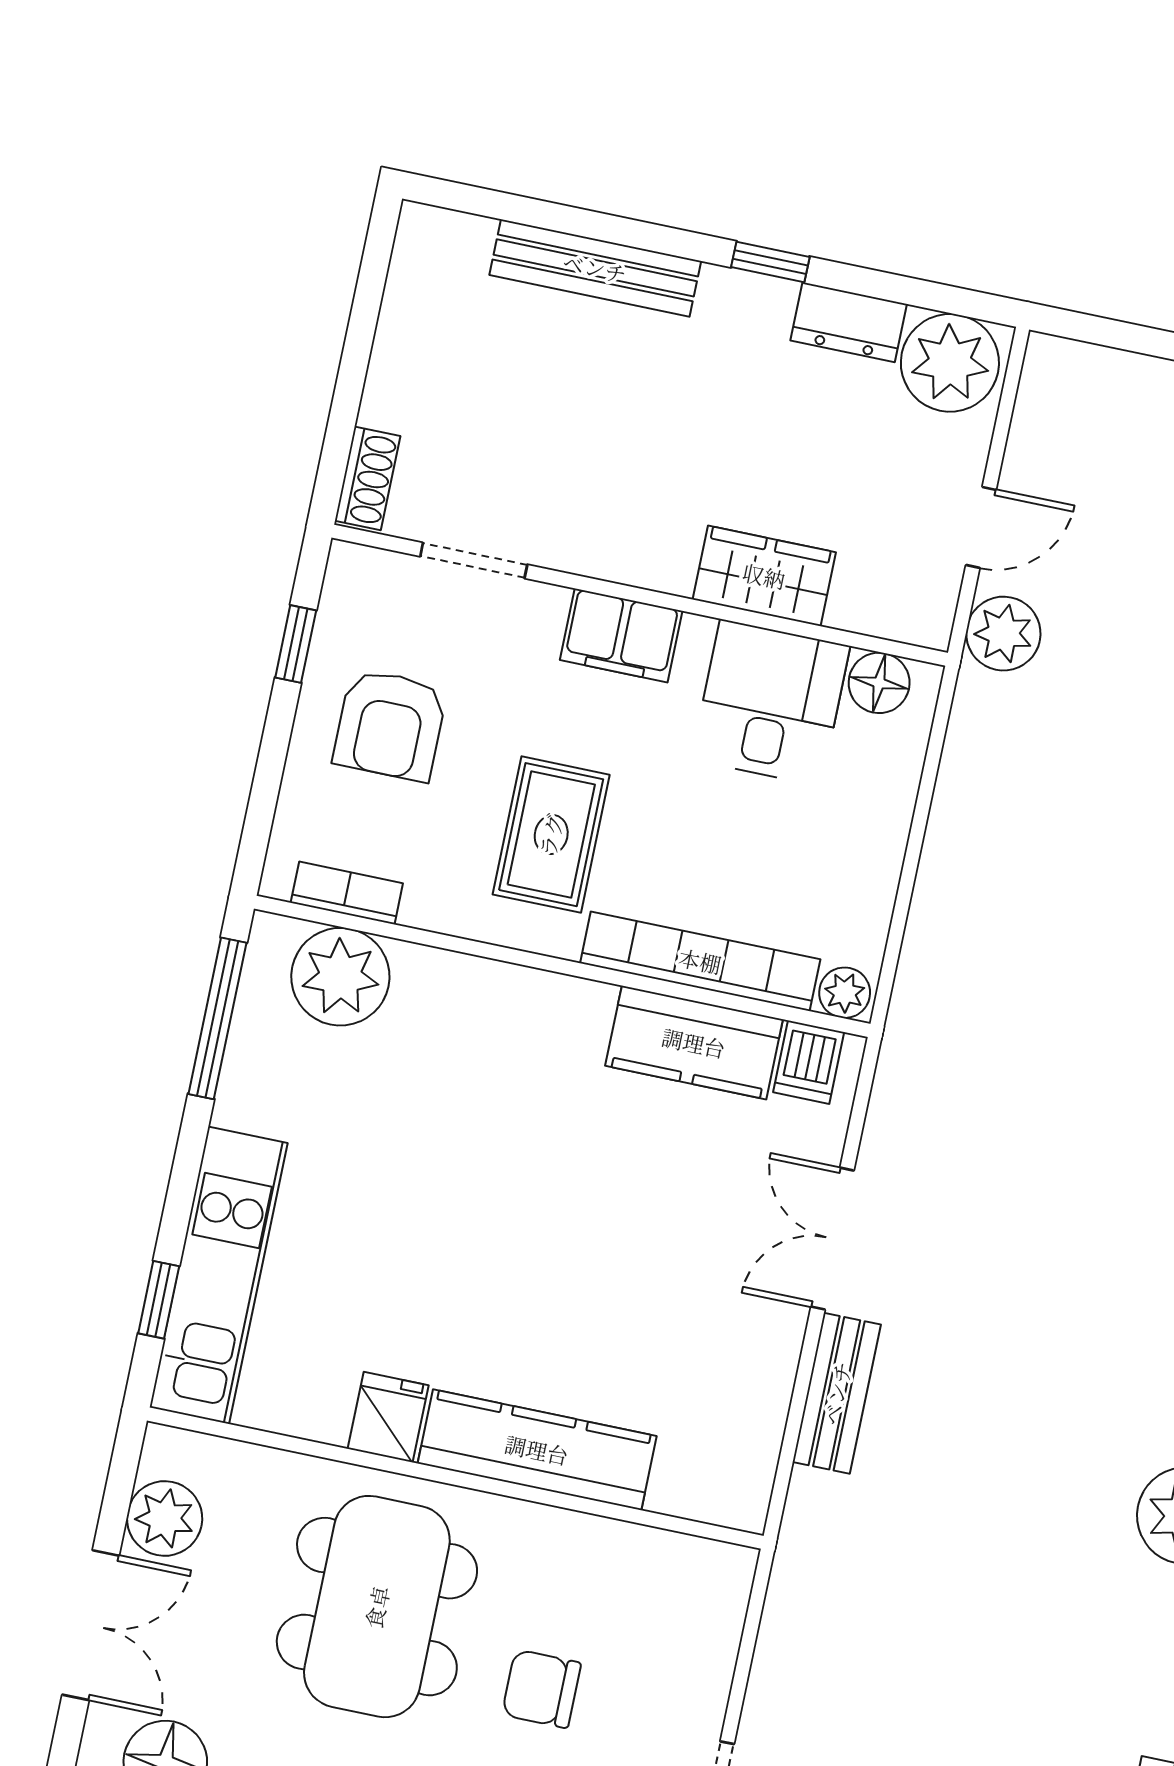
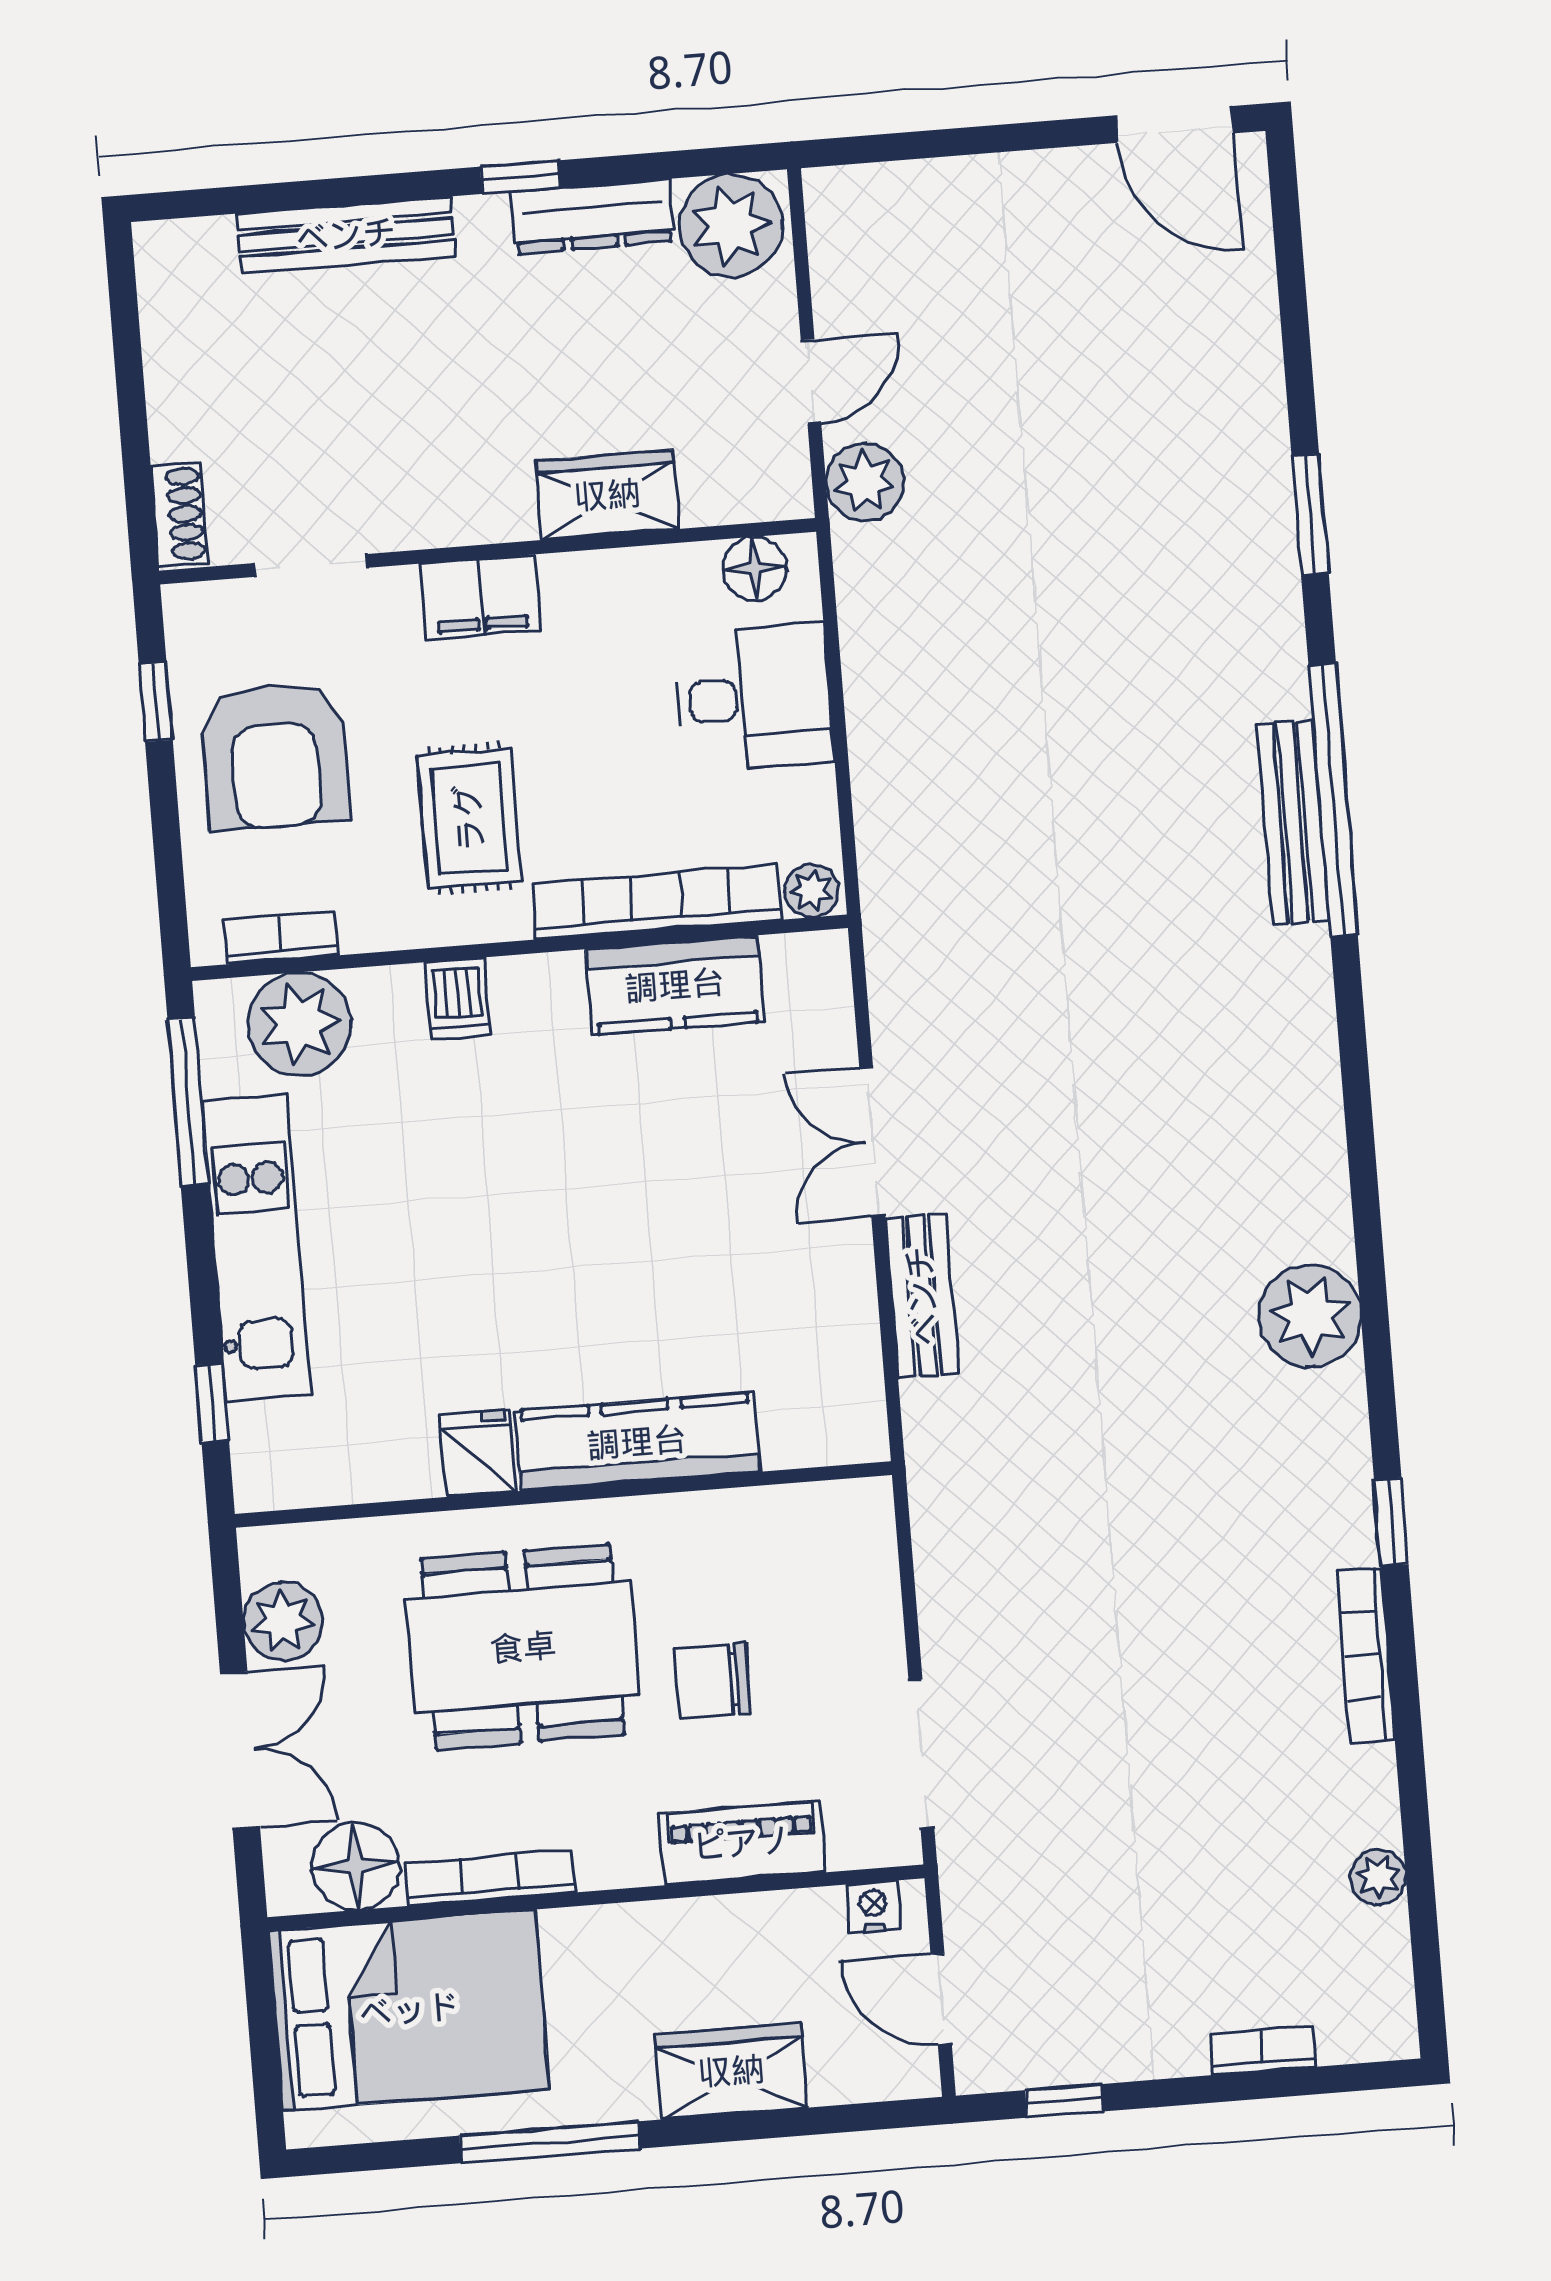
dresser: (849, 322) -> (593, 217), width x1.44
desk: (771, 703) -> (754, 698), moved, turned 90
armchair: (390, 725) -> (275, 756), width x1.36, depth x1.36
dishwasher: (809, 1062) -> (458, 998), moved
kitchen unit: (218, 1275) -> (256, 1248), moved
dining table: (377, 1607) -> (523, 1647), turned 90

